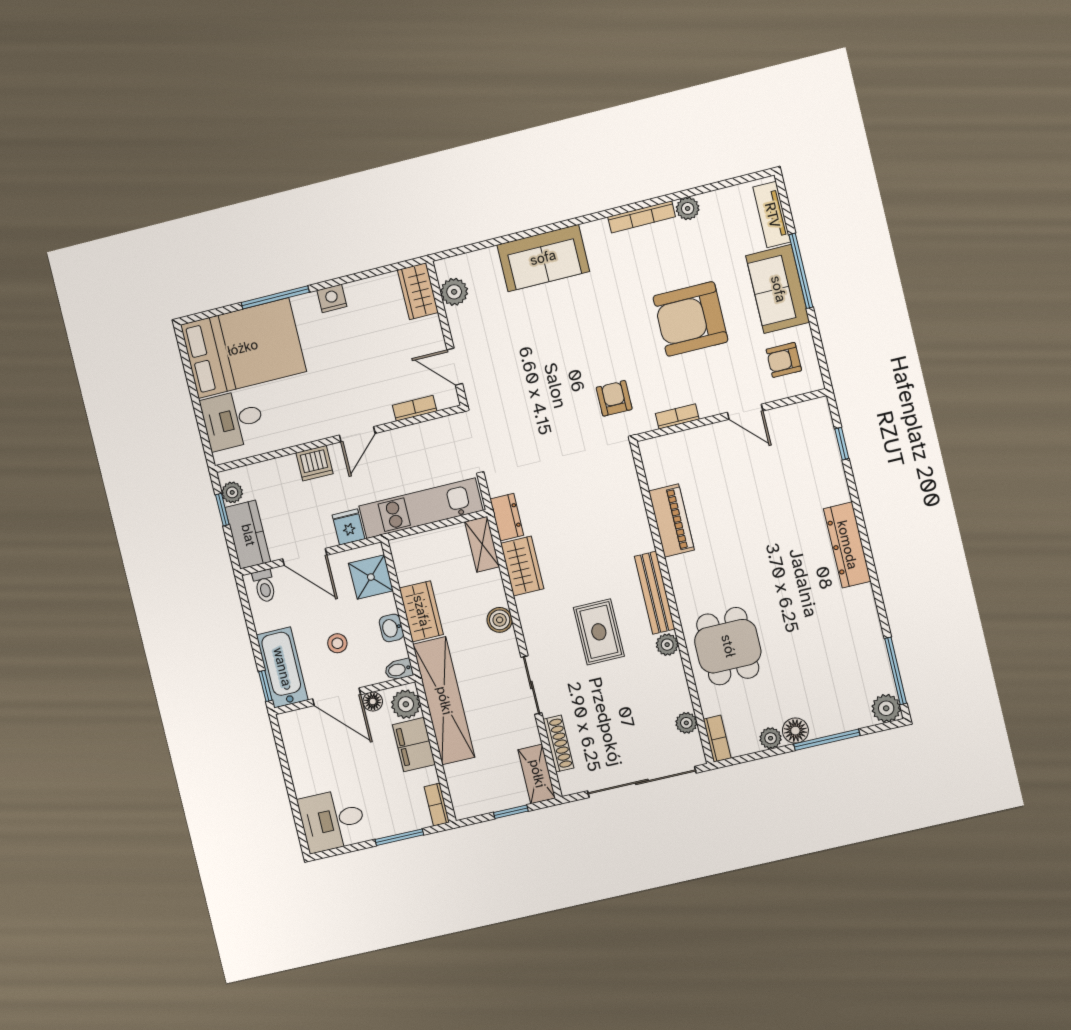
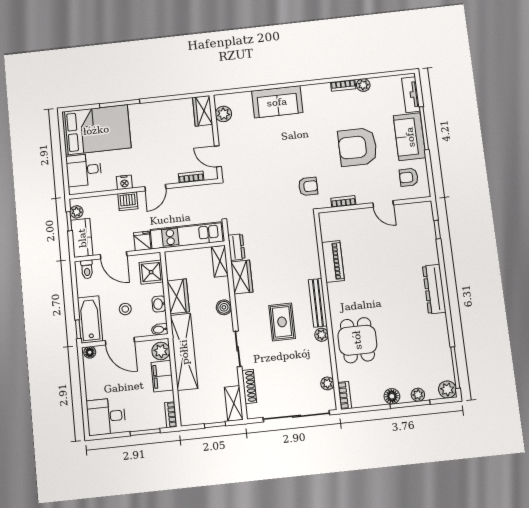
bookcase: (642, 217) -> (343, 85), width x0.64
nightstand: (332, 298) -> (124, 182), moved, turned 180
armchair: (614, 398) -> (308, 186), turned 90
floor lamp: (373, 702) -> (90, 352), moved
plant: (771, 738) -> (418, 395), moved

